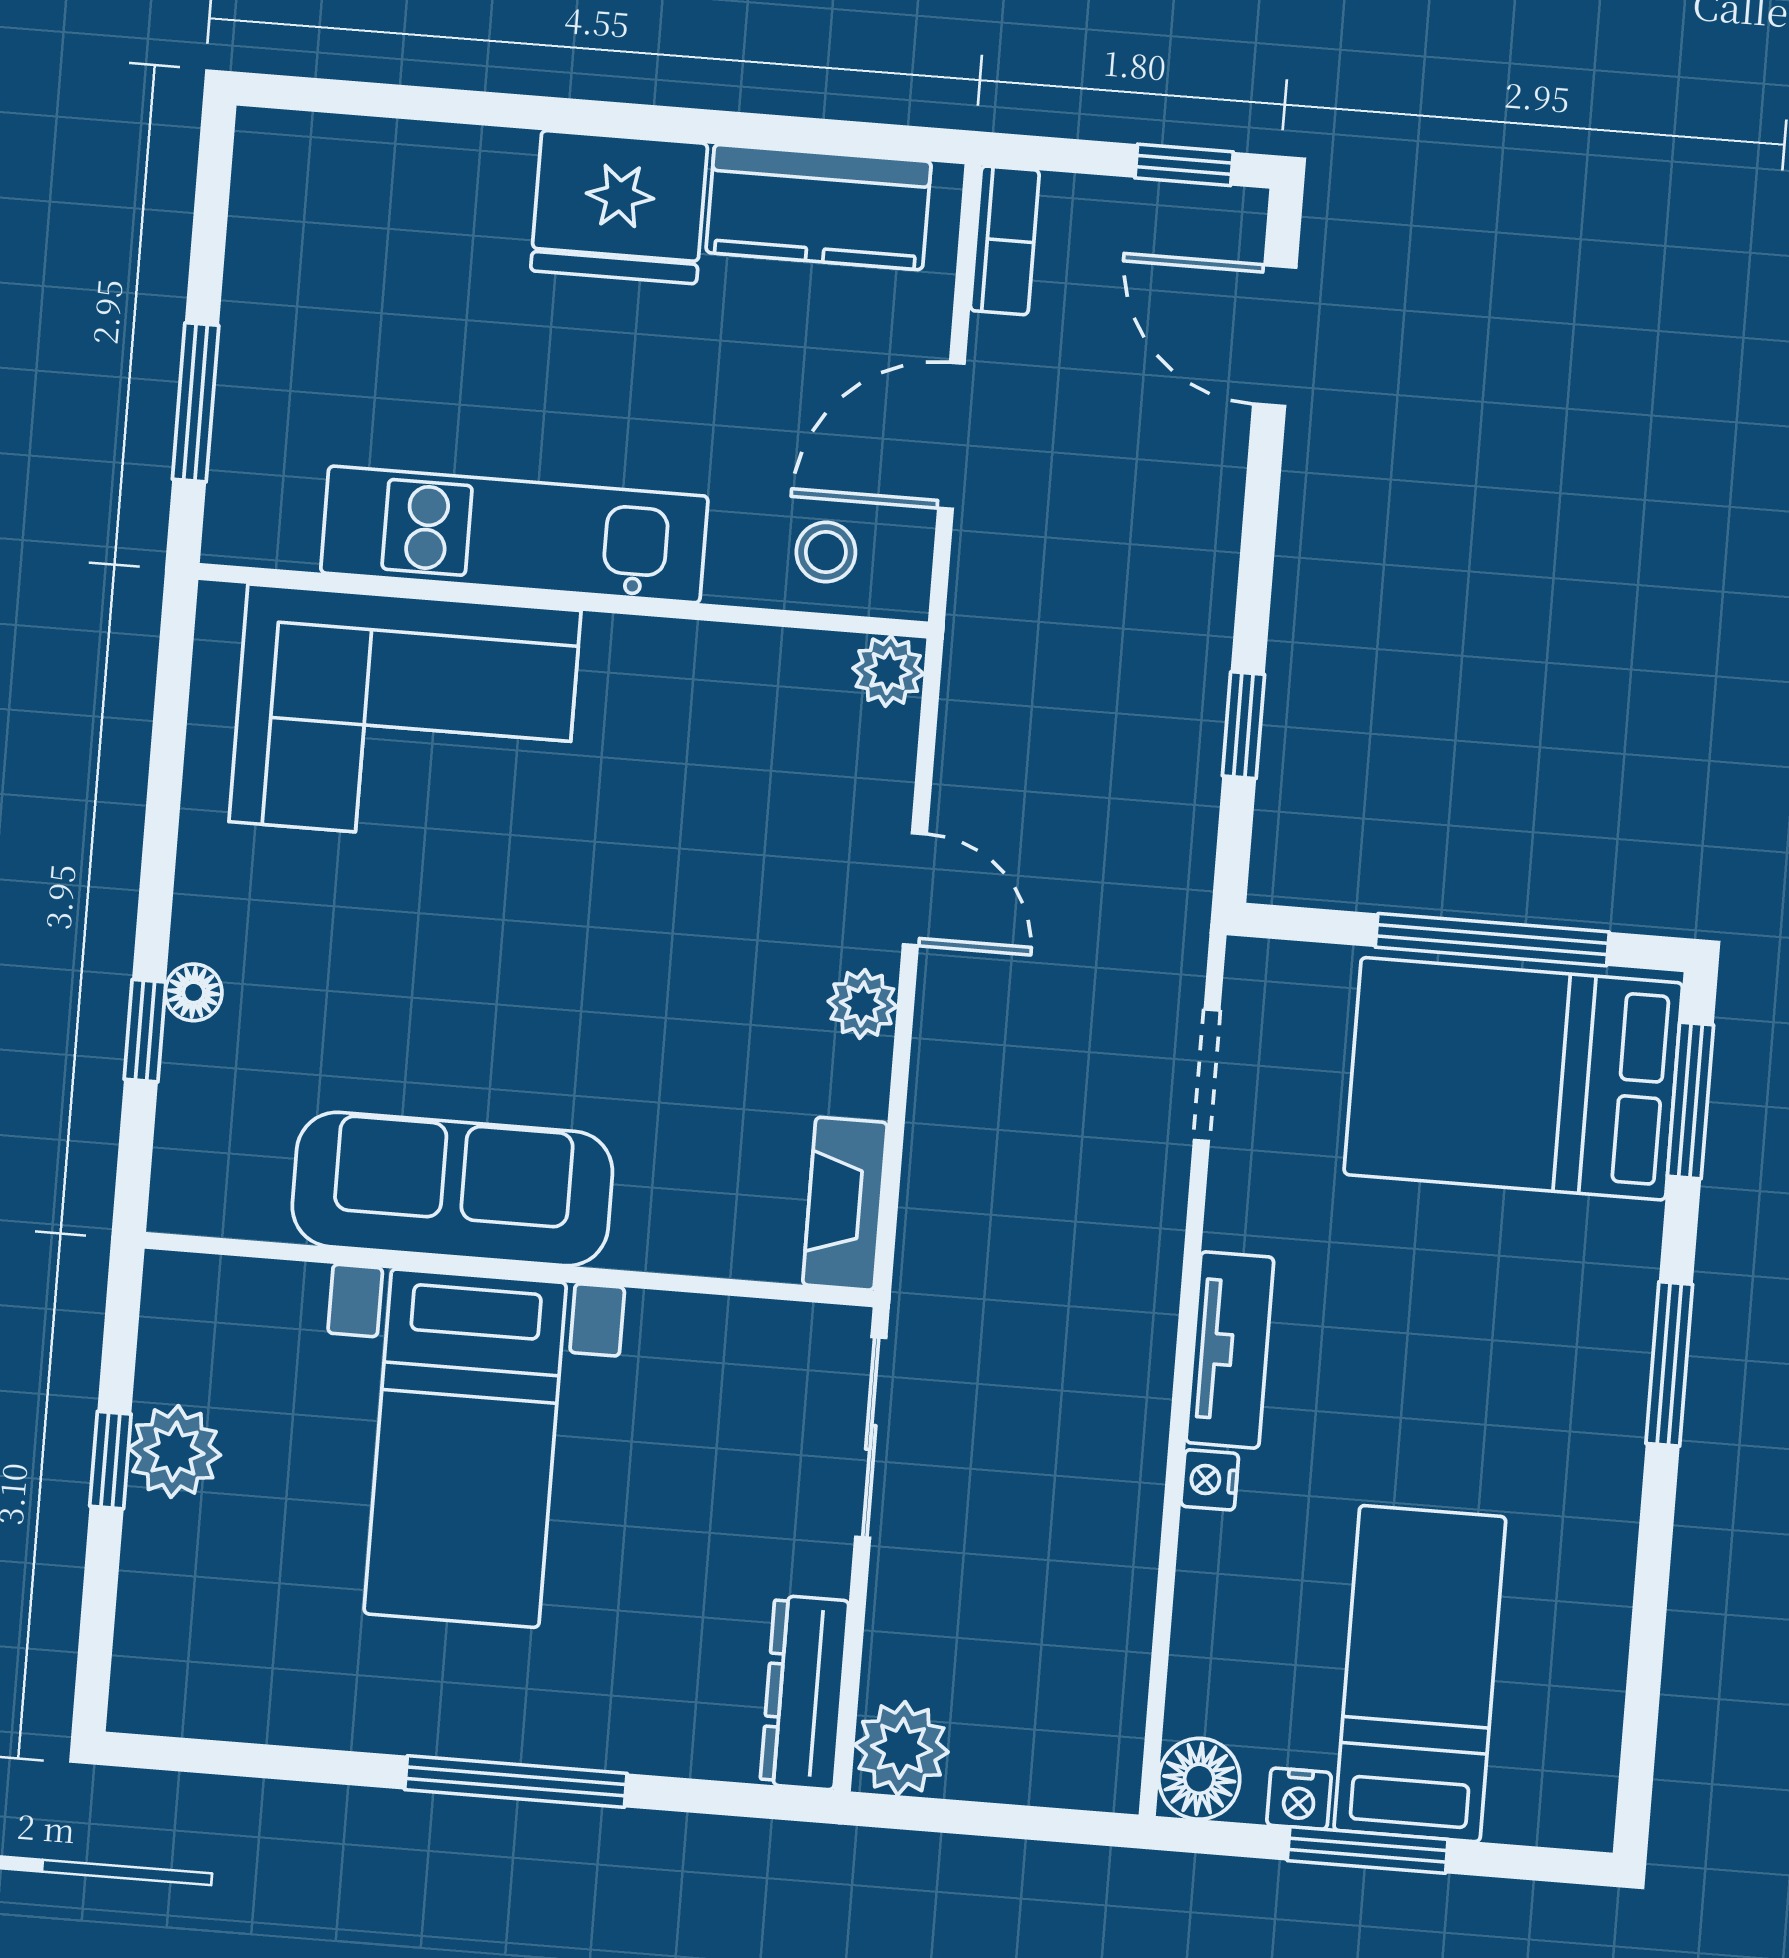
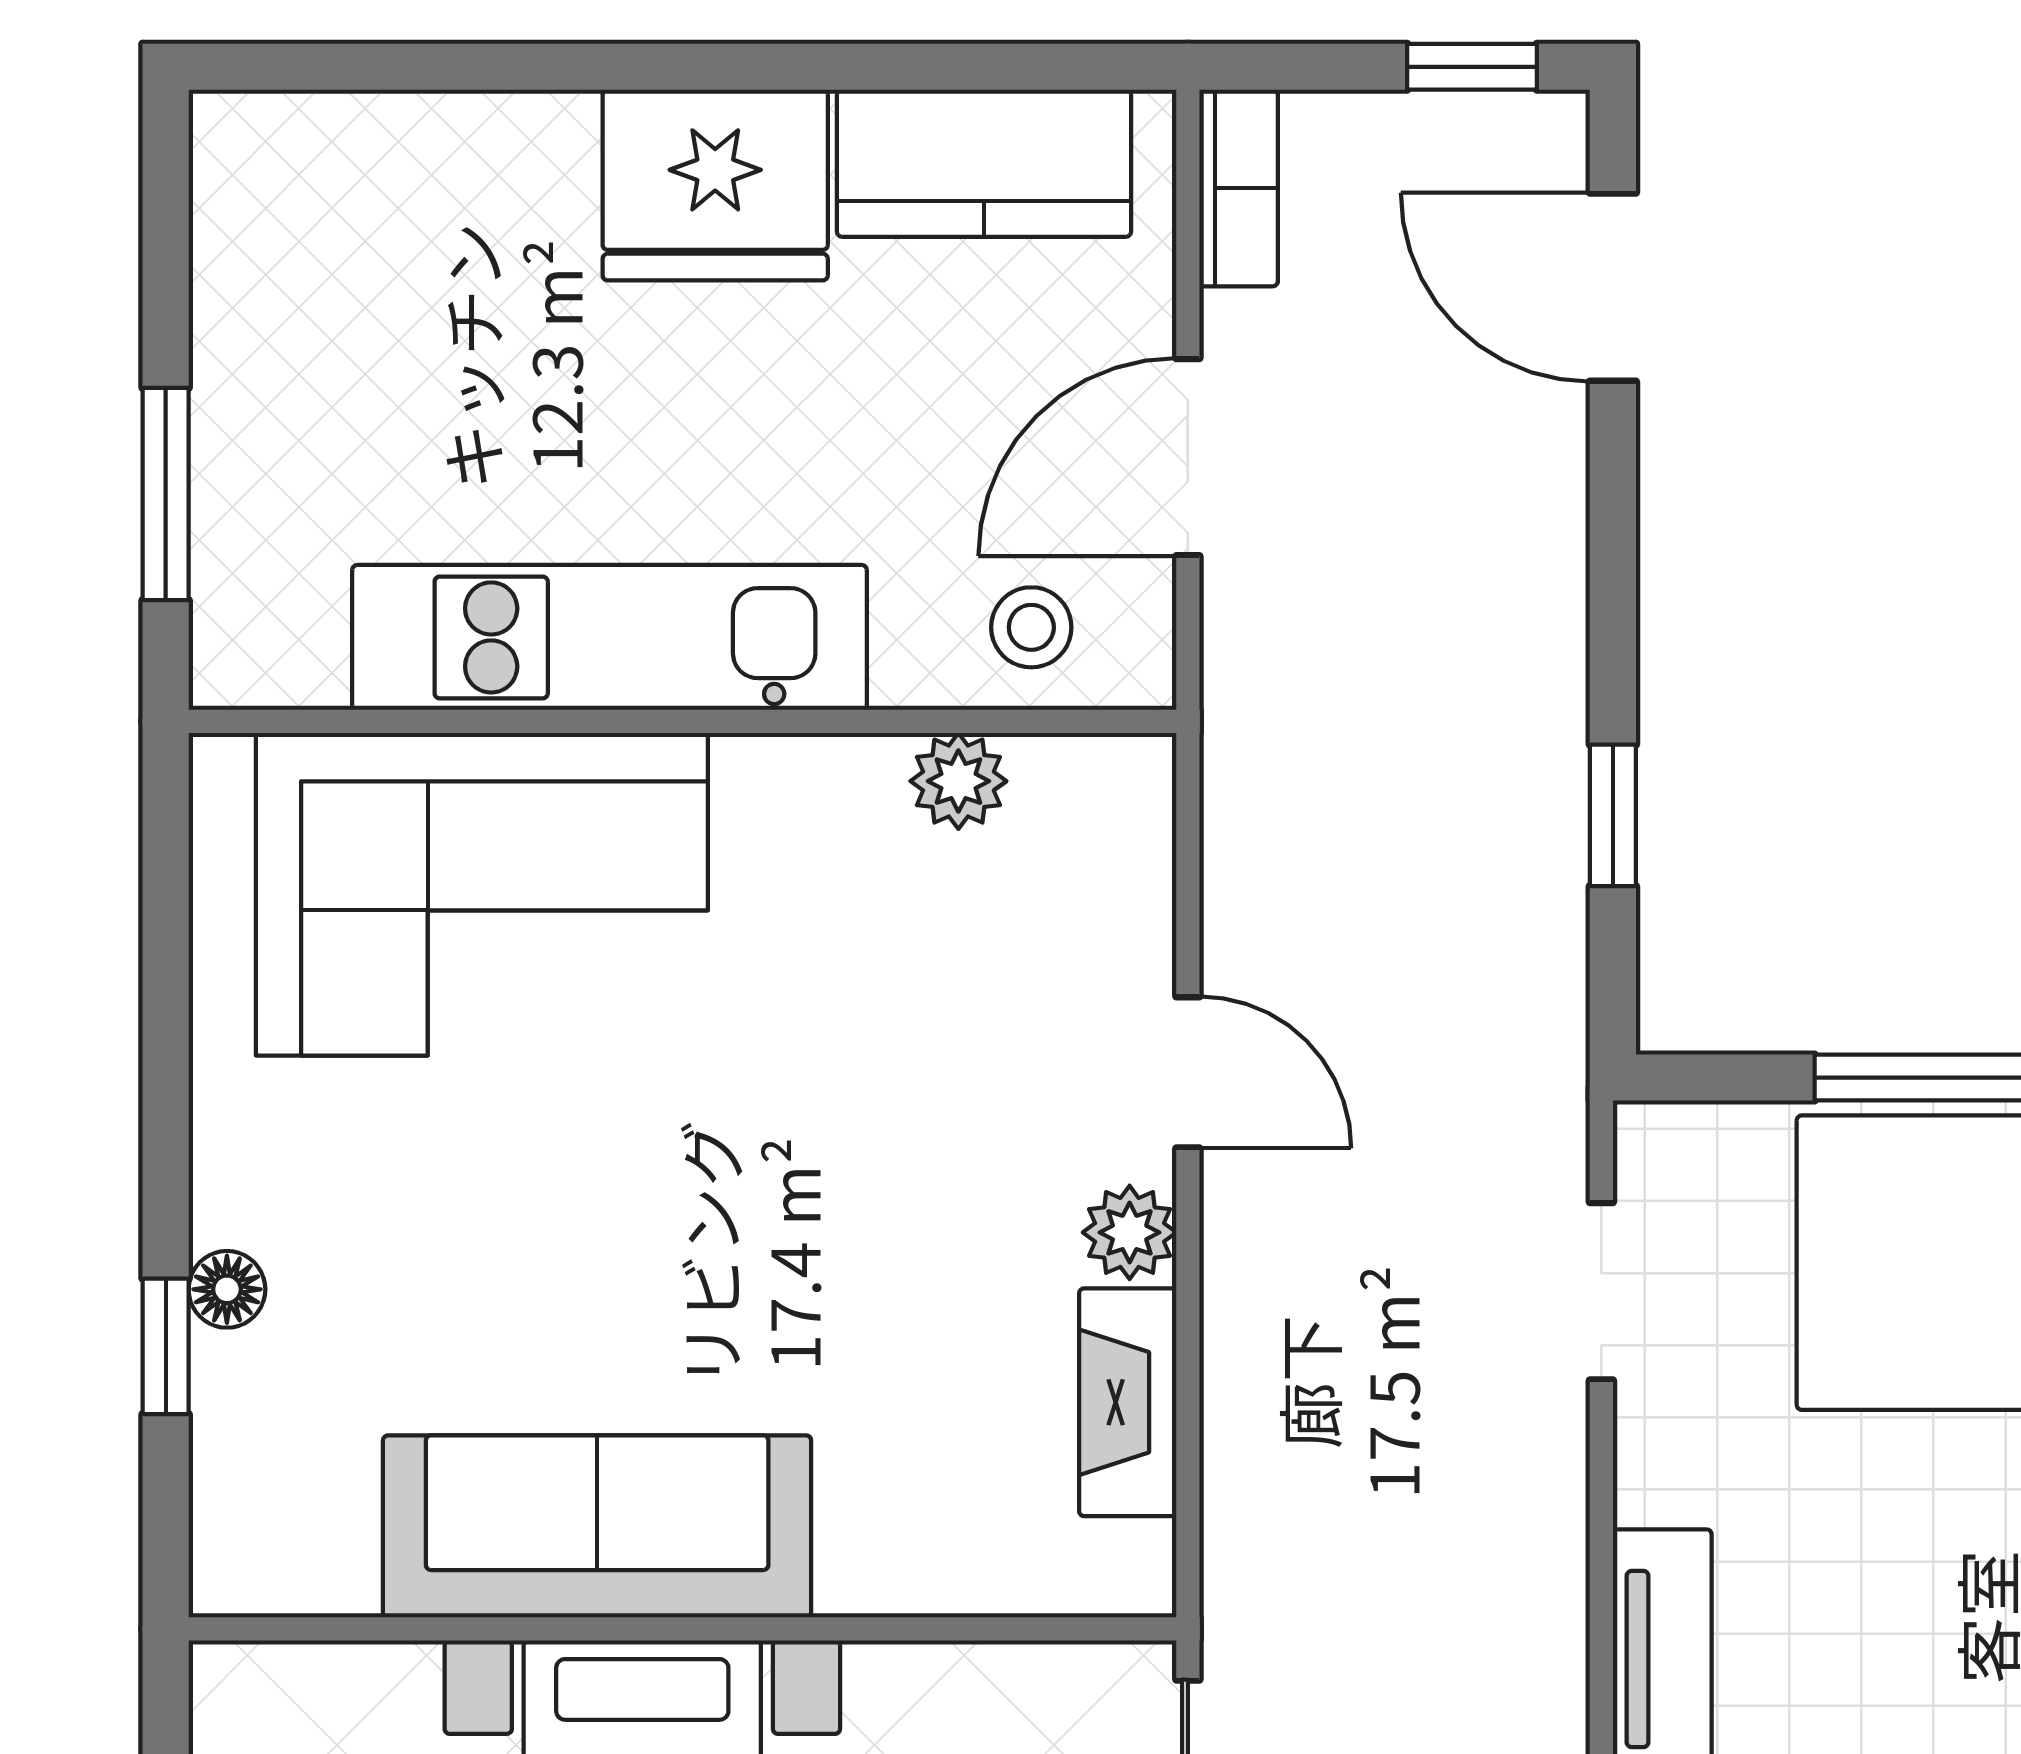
plant: (888, 671) -> (958, 781), moved
fireplace: (845, 1204) -> (1128, 1402), moved

